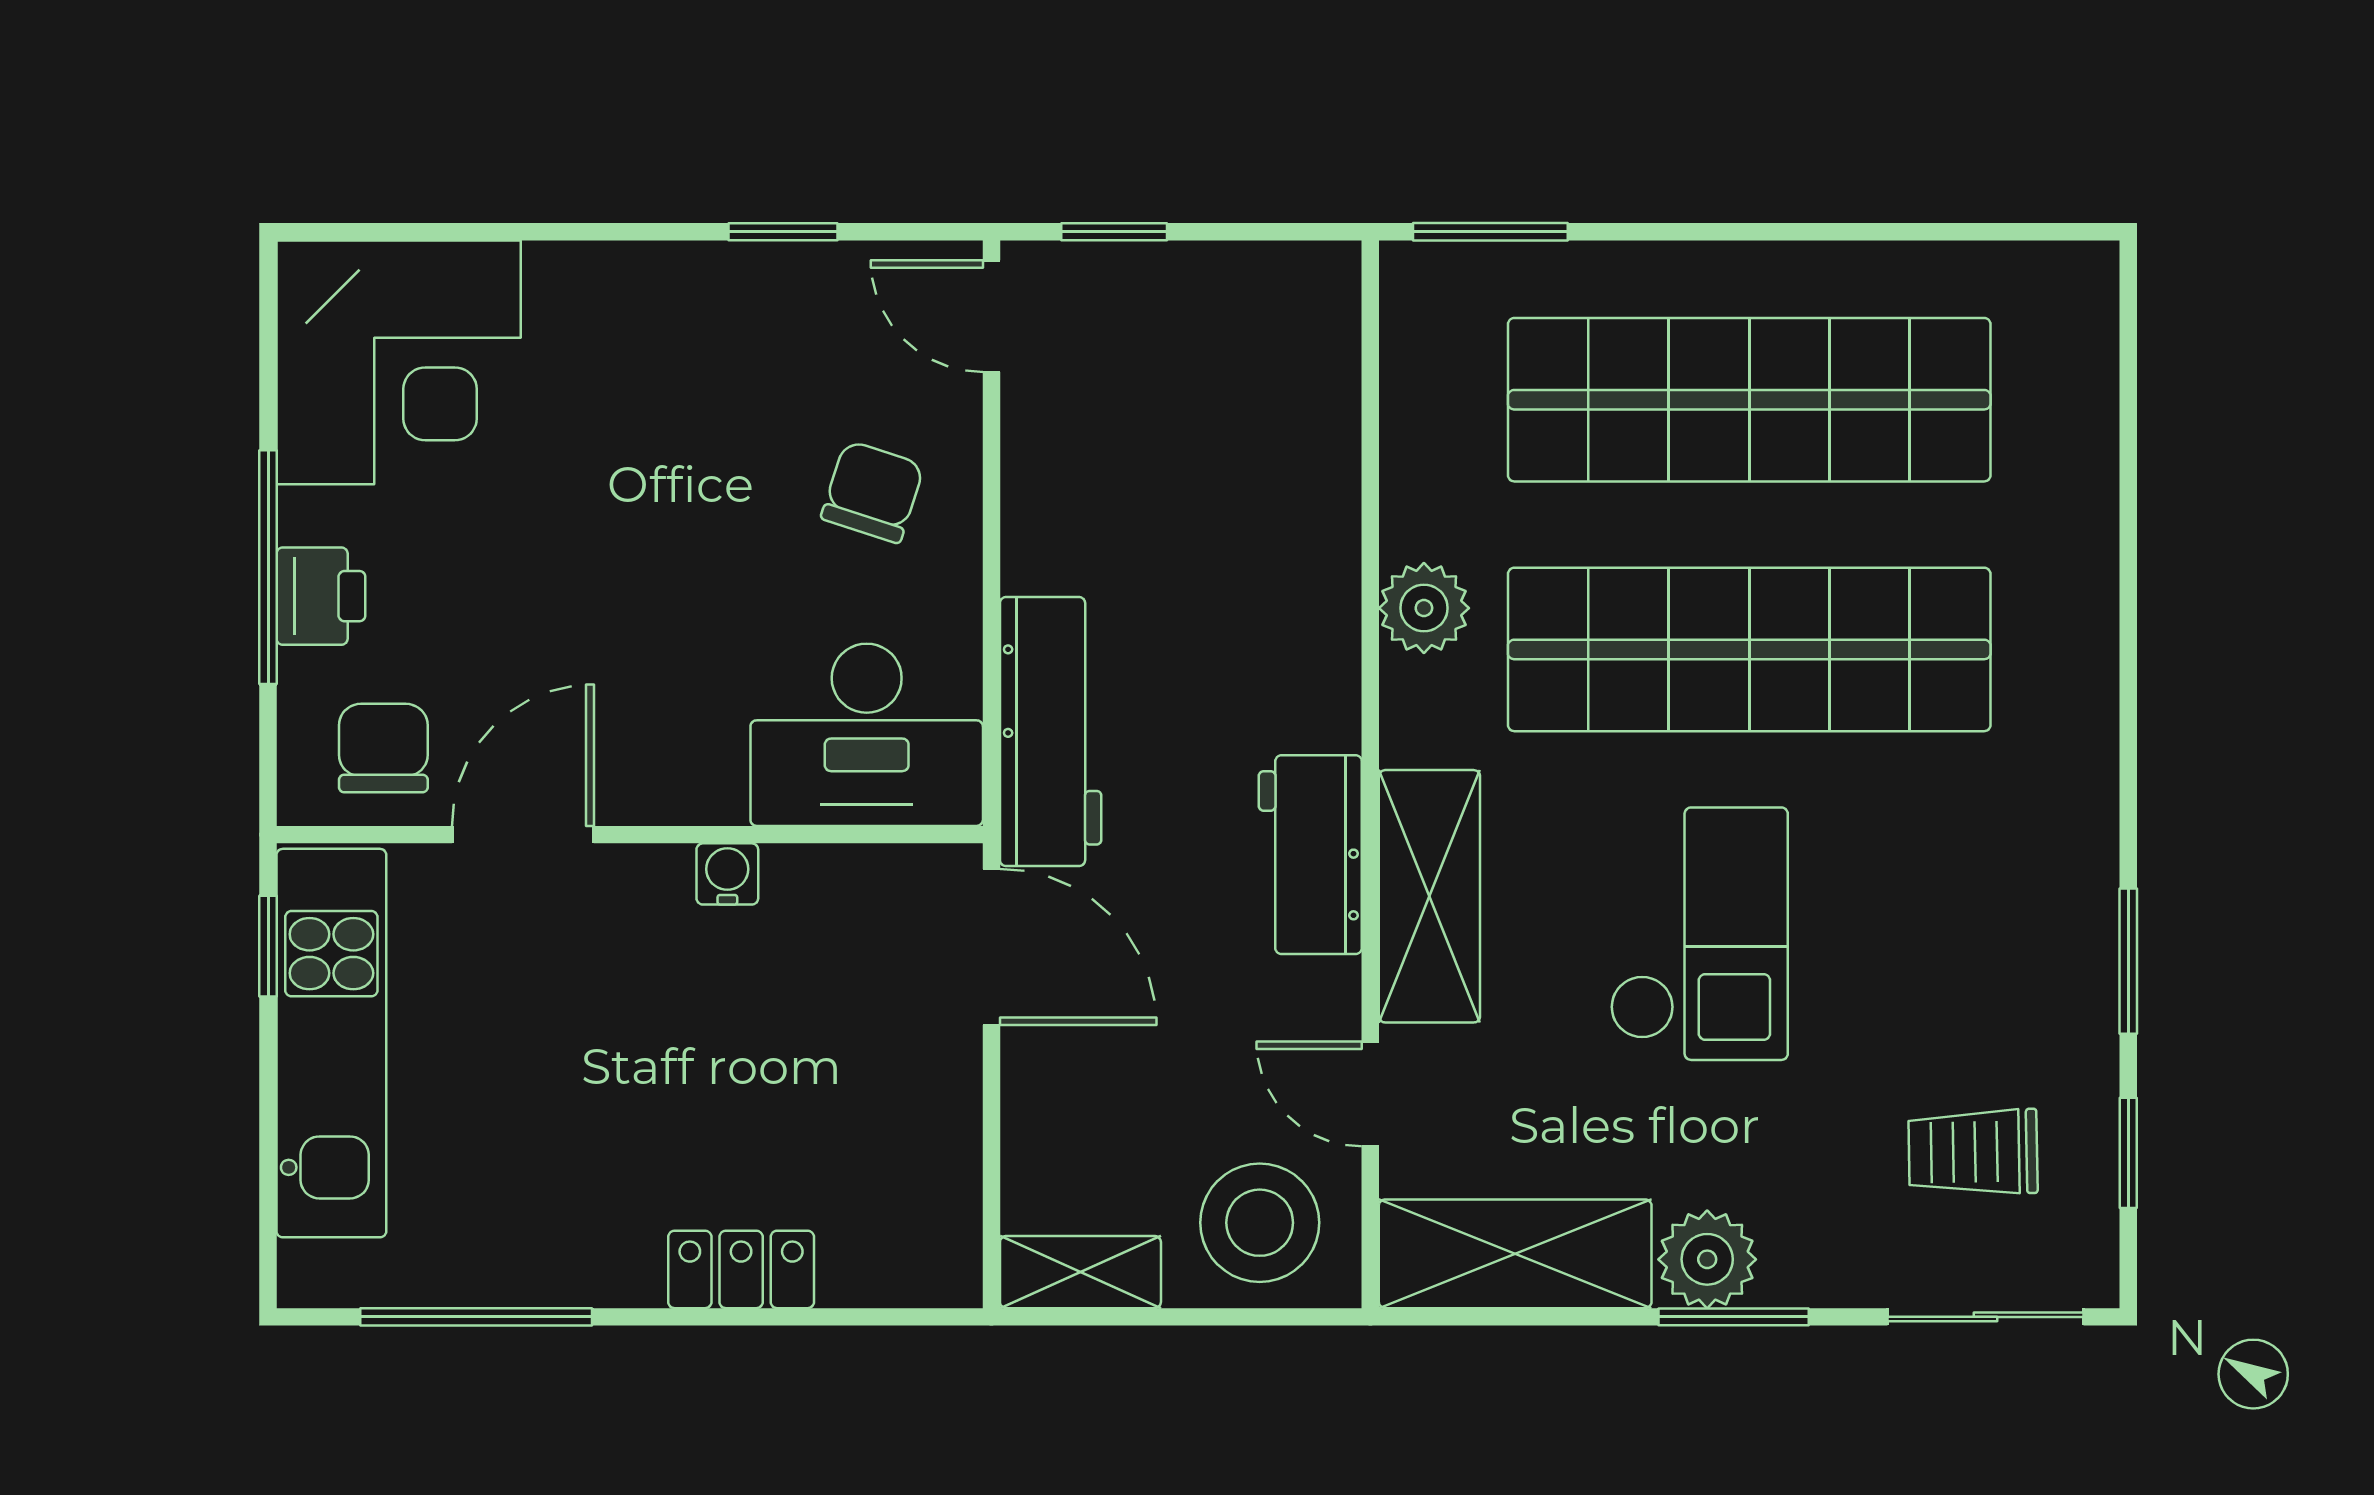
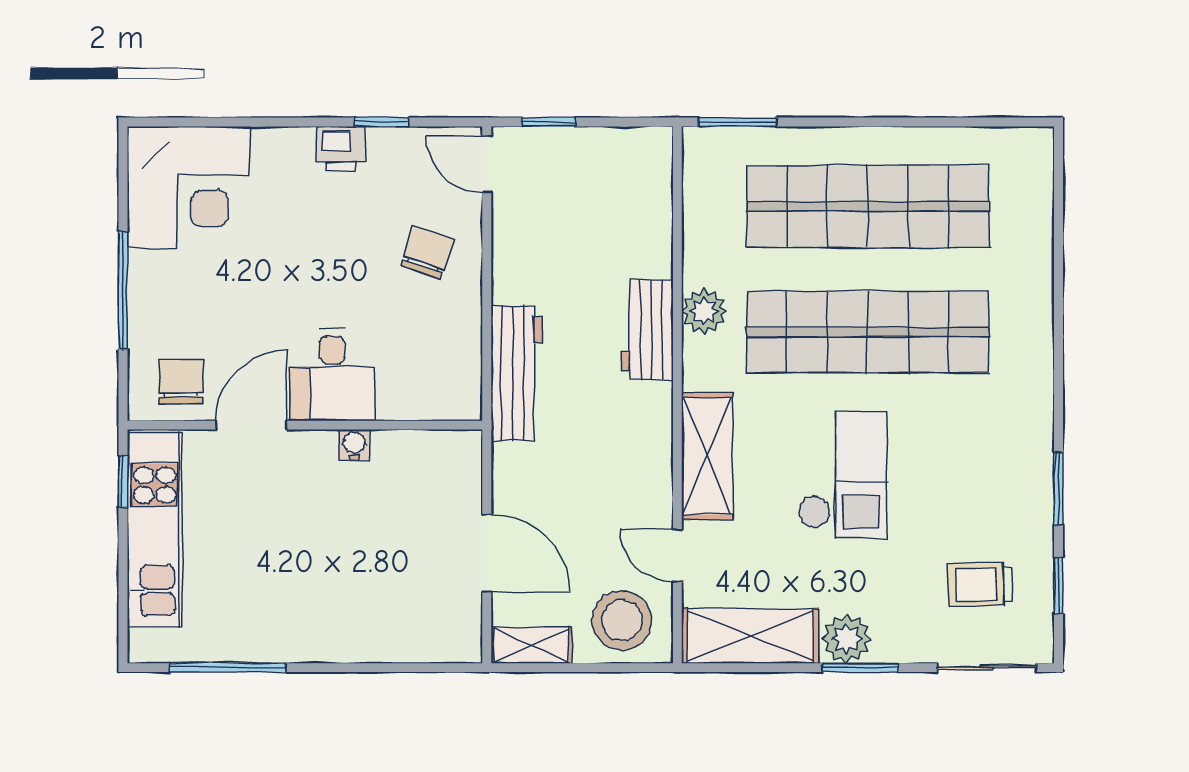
printer: (321, 596) -> (341, 149), moved, turned 90
desk: (867, 735) -> (332, 375), moved, width x0.73
workbench: (1310, 855) -> (647, 330), moved
door: (991, 947) -> (487, 553), moved
locker: (741, 1269) -> (361, 644), removed

